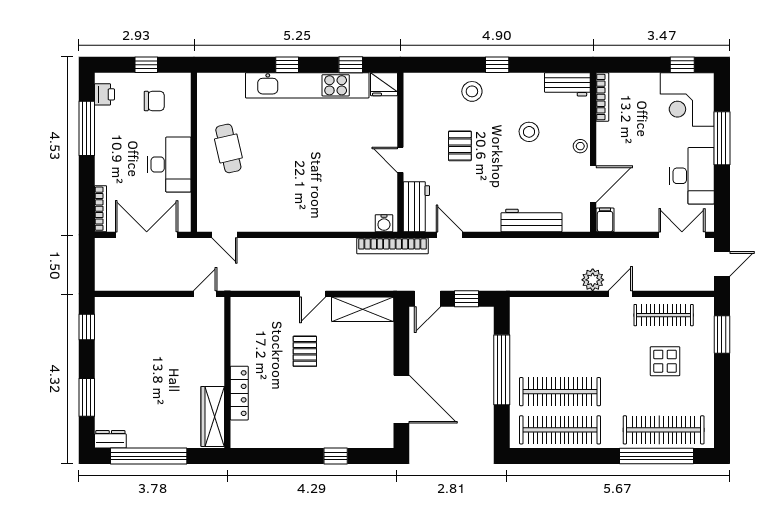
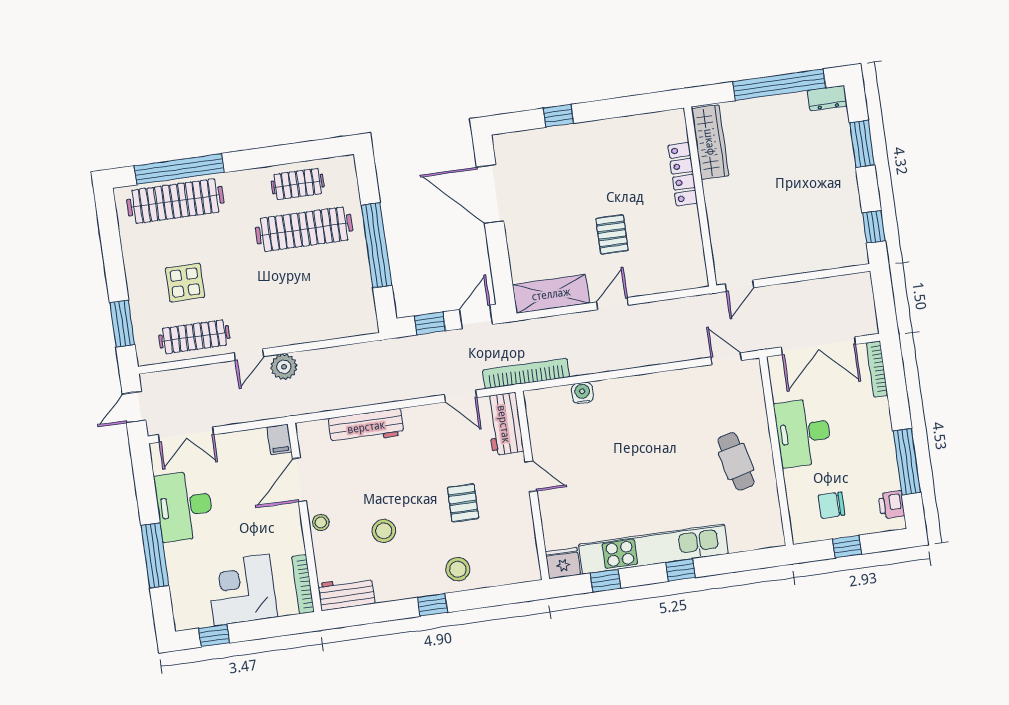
corner desk: (687, 99) -> (242, 590), moved, turned -90
water cooler: (384, 223) -> (582, 393), moved
clothes rail: (560, 430) -> (298, 184), width x0.54, depth x0.76

